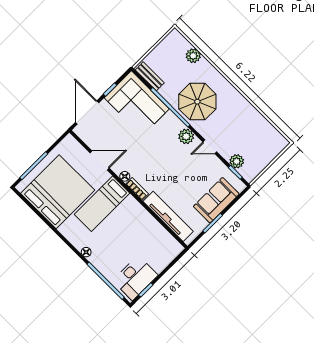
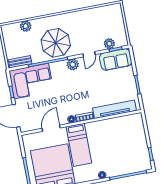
sofa: (216, 200) -> (116, 59), moved, turned -90
desk: (135, 278) -> (139, 156), removed

